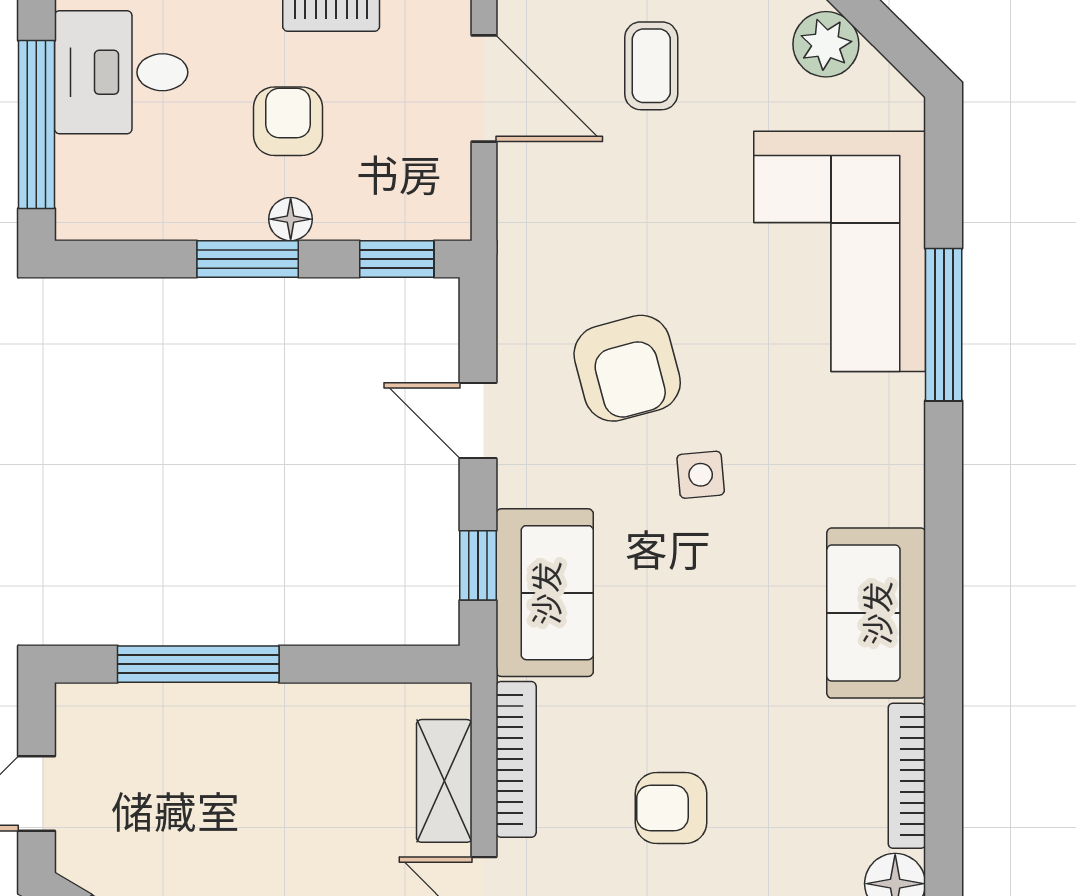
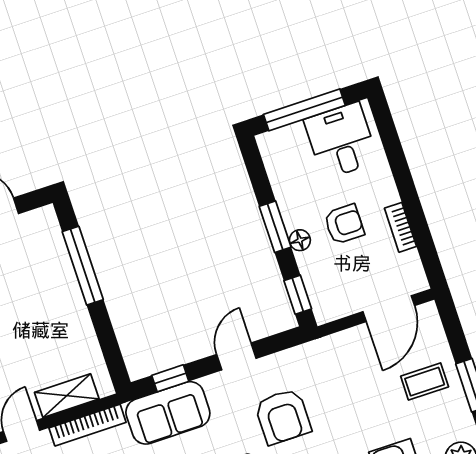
armchair: (627, 368) -> (283, 416), turned -75

